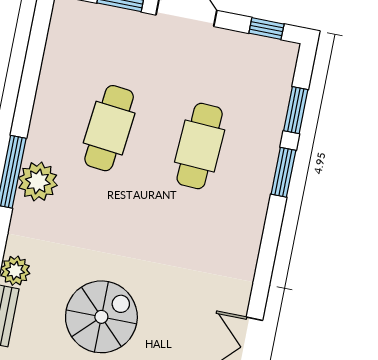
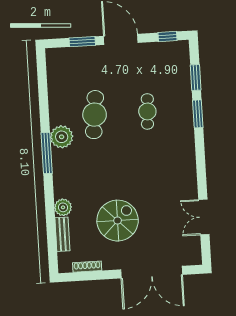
cafe table: (200, 146) -> (147, 111), width x0.73, depth x0.74
plant: (38, 181) -> (62, 137), moved

